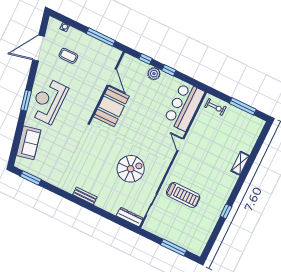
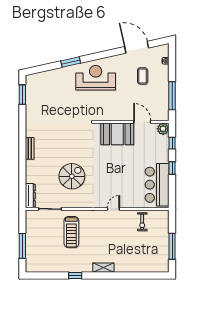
plant: (154, 74) -> (163, 129), moved
door: (112, 77) -> (142, 122), swing flipped
window: (26, 101) -> (71, 62), moved
bar counter: (184, 106) -> (157, 185), moved, turned -90
exercise bike: (215, 107) -> (142, 222), moved
sofa: (29, 143) -> (52, 78), removed
shelving: (240, 163) -> (103, 268), moved
spiral stairs: (131, 169) -> (72, 176), turned -90

